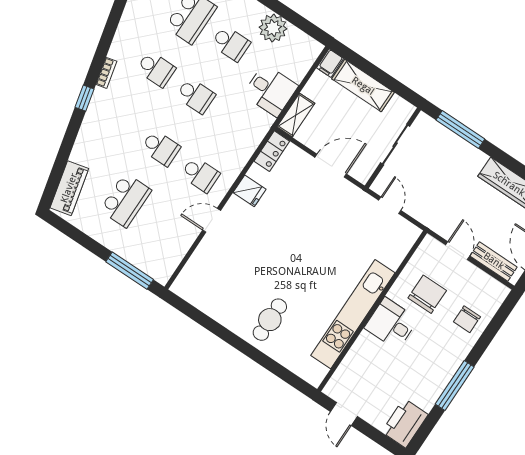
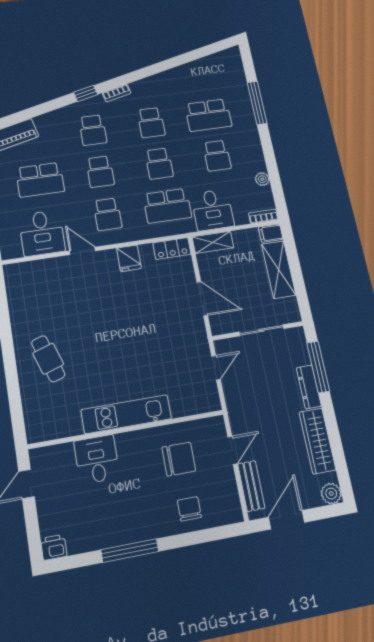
plant: (273, 28) -> (262, 179), width x0.53, depth x0.53
bookcase: (312, 55) -> (263, 216), added
school desk: (121, 121) -> (93, 130), added
school desk: (235, 122) -> (167, 206), added
dresser: (467, 151) -> (309, 387), added
desk: (170, 238) -> (42, 233), added
kitchen unit: (353, 314) -> (126, 414), width x0.73
chair: (467, 319) -> (189, 509), turned 90
cafe table: (270, 320) -> (48, 359), turned 72
desk: (391, 324) -> (97, 459), moved
printer: (405, 423) -> (54, 547), width x0.53, depth x0.68

